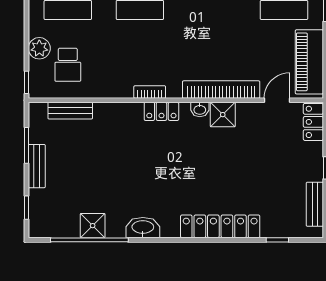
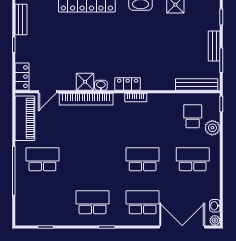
bench: (70, 111) -> (197, 84), width x1.36

